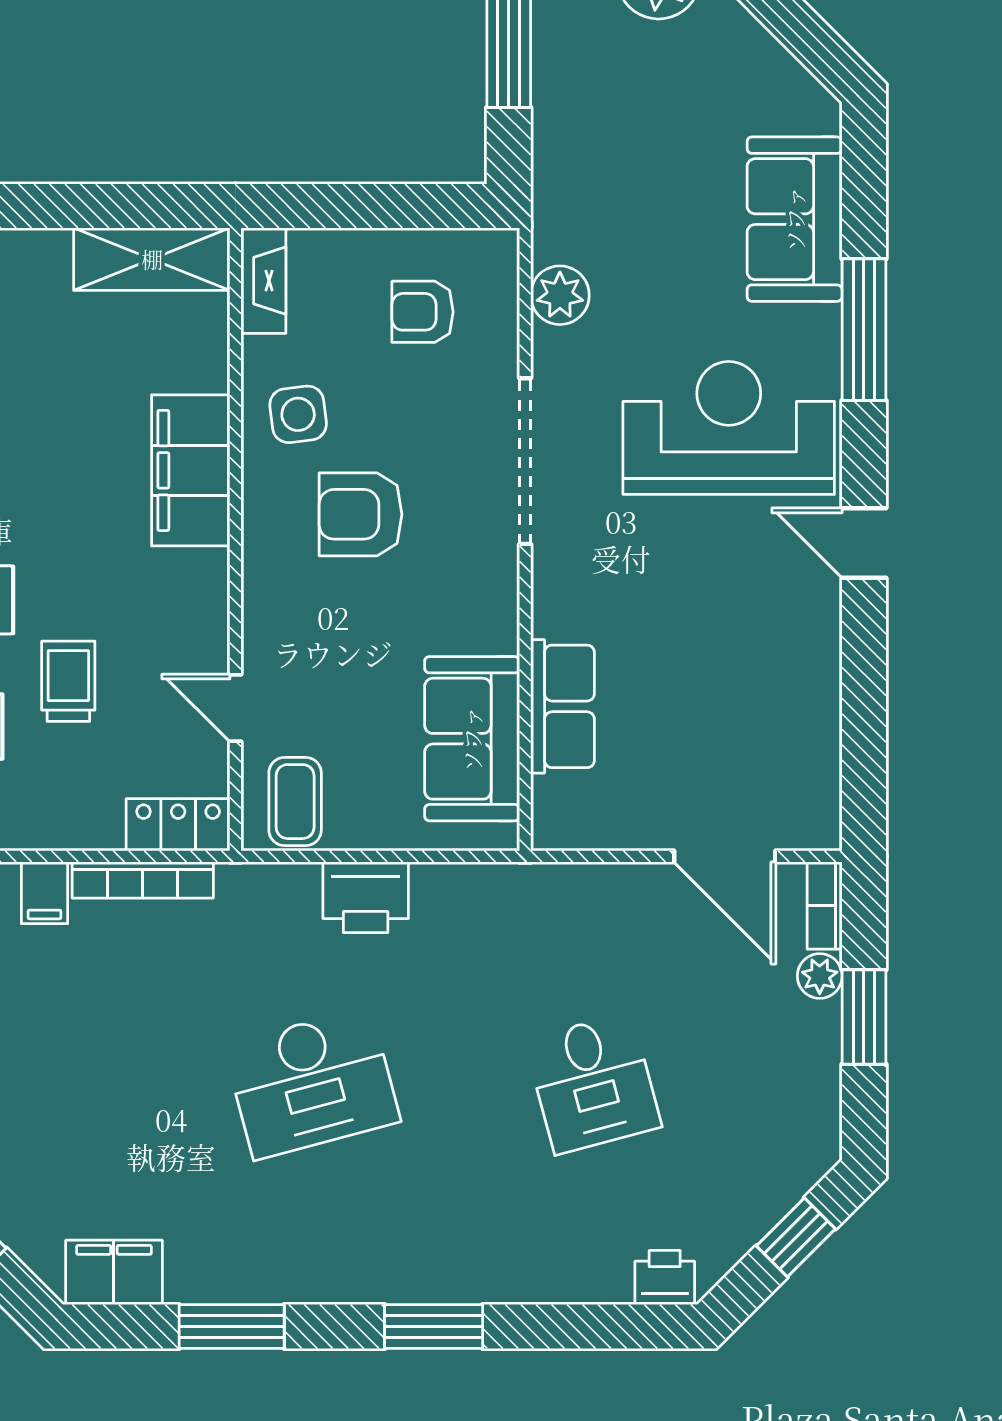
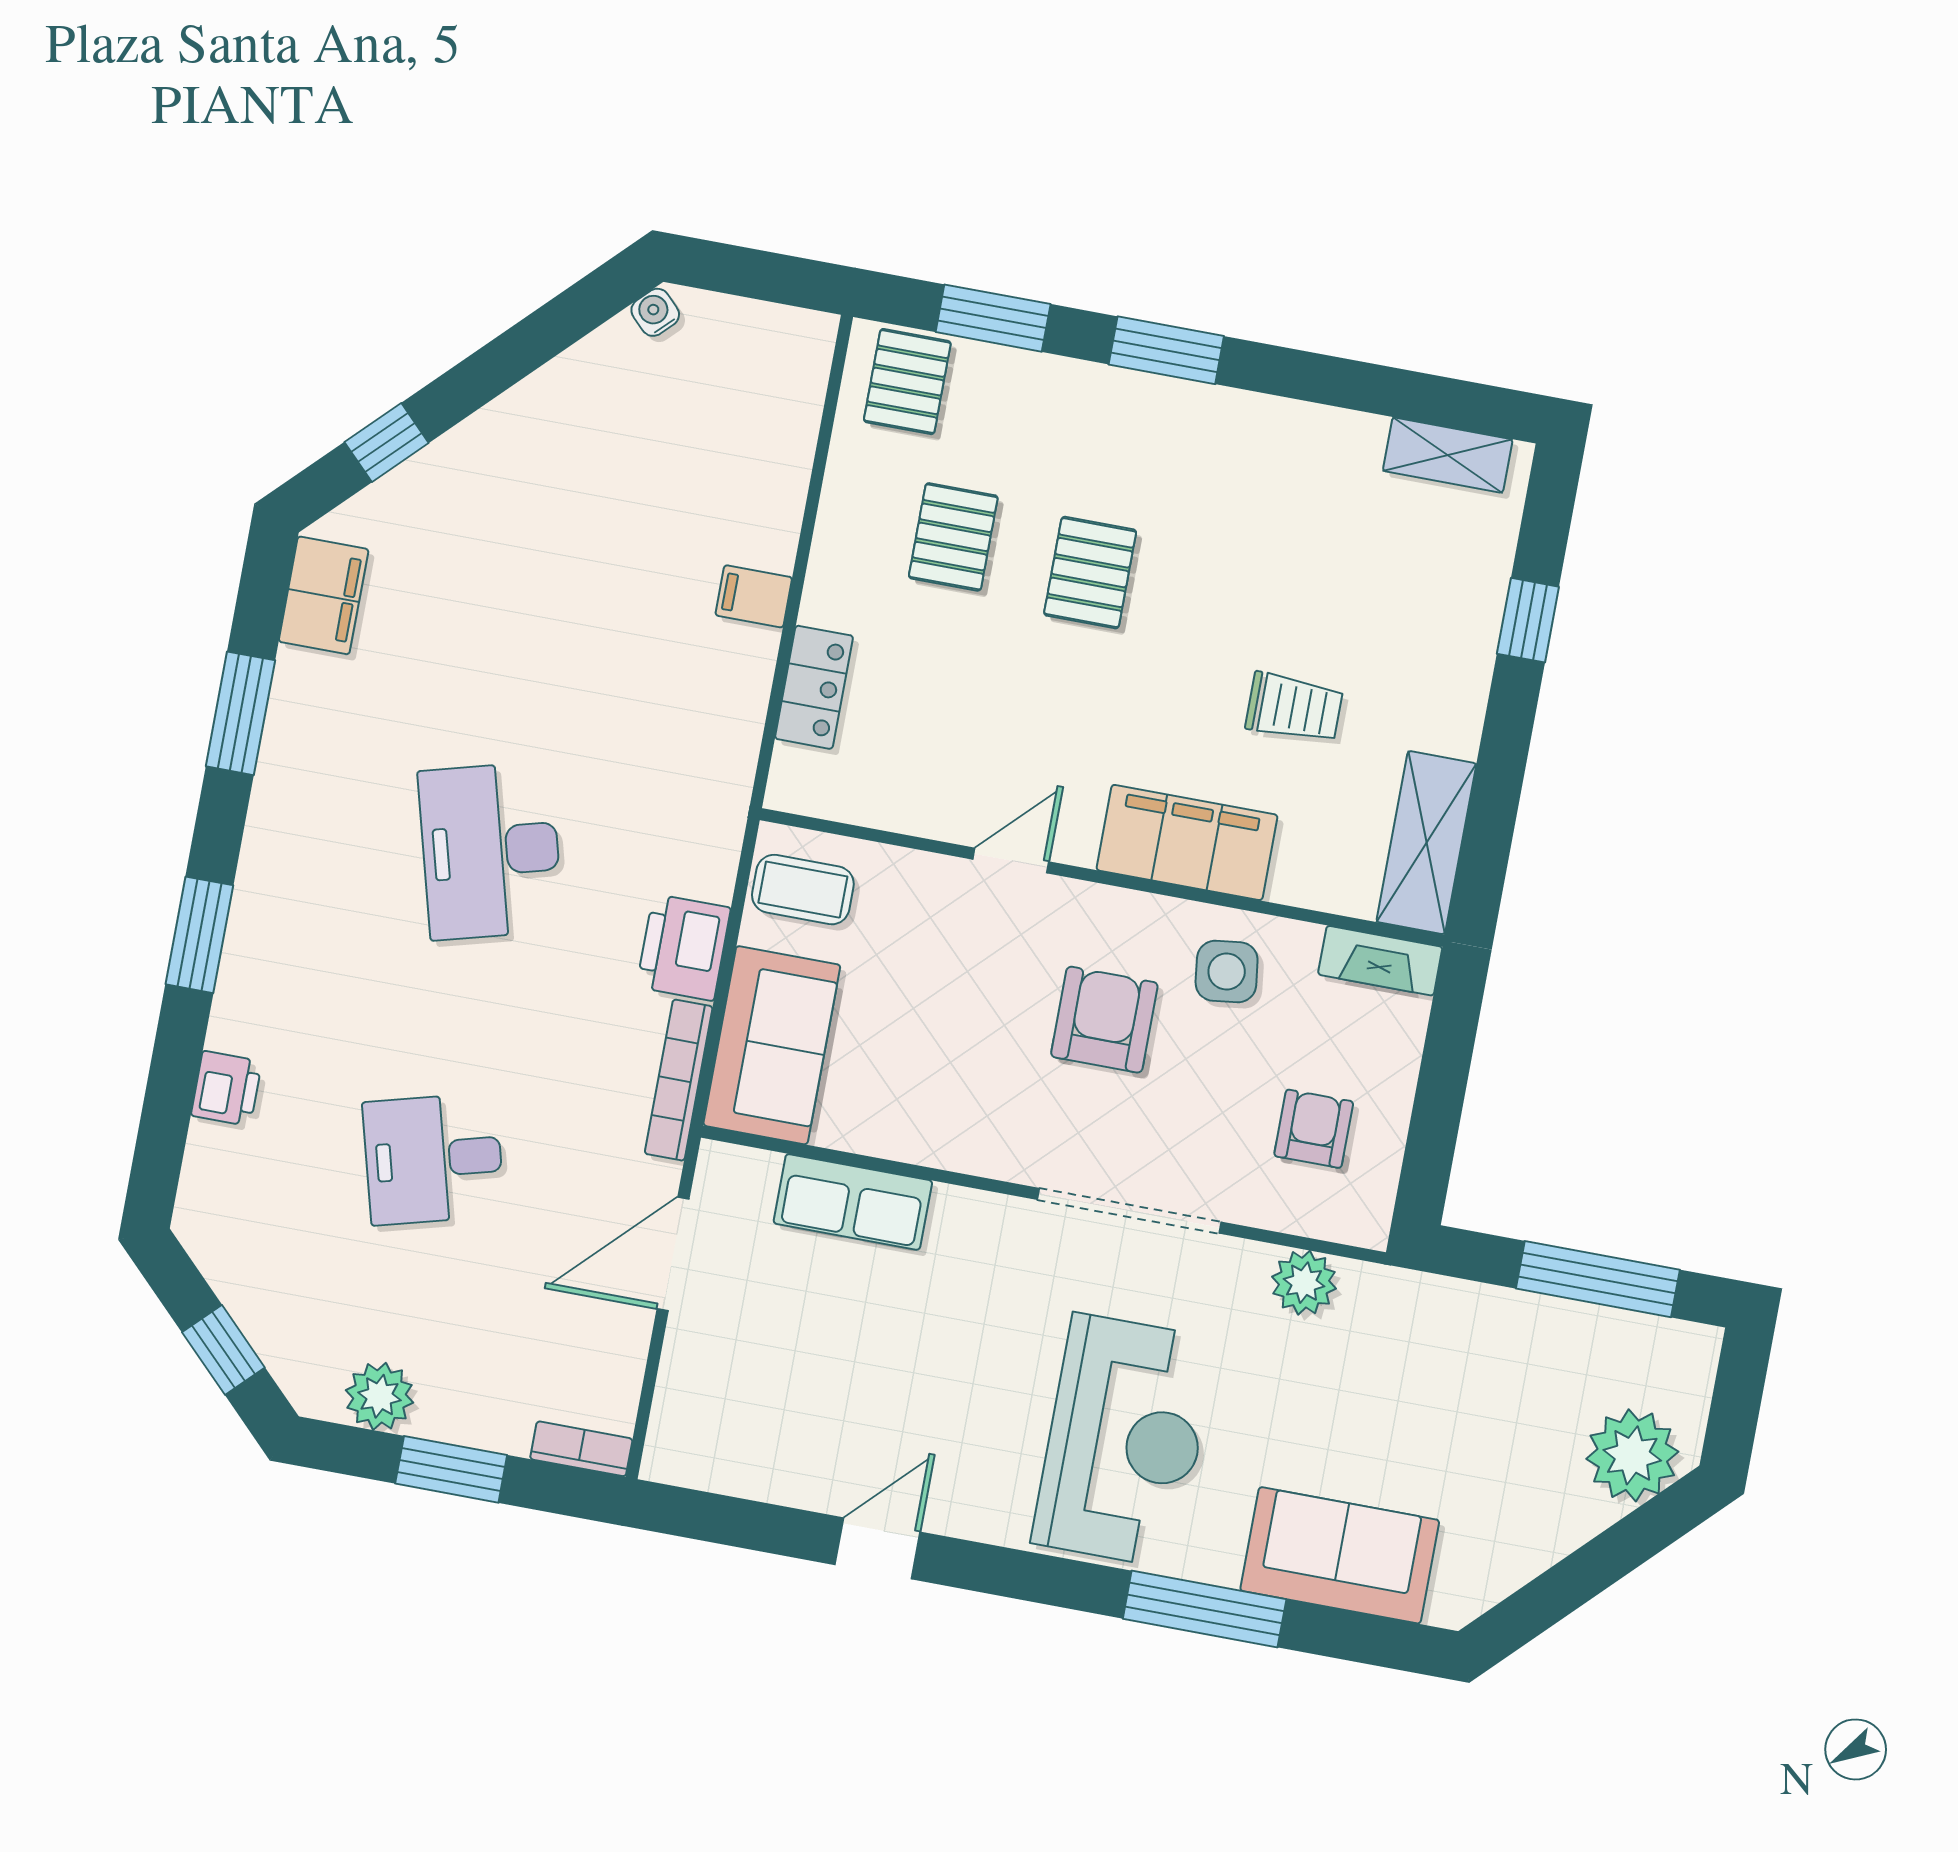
door: (864, 543) -> (878, 1548), moved
trolley: (68, 681) -> (1294, 708), moved
door: (235, 708) -> (1011, 860), moved
sofa: (472, 739) -> (772, 1045), moved, turned 90
locker: (178, 825) -> (814, 687), moved
door: (725, 856) -> (673, 1254), moved
bookcase: (143, 880) -> (679, 1080), moved
plant: (820, 976) -> (380, 1396), moved, width x1.38, depth x1.38
printer: (665, 1277) -> (226, 1088), moved

